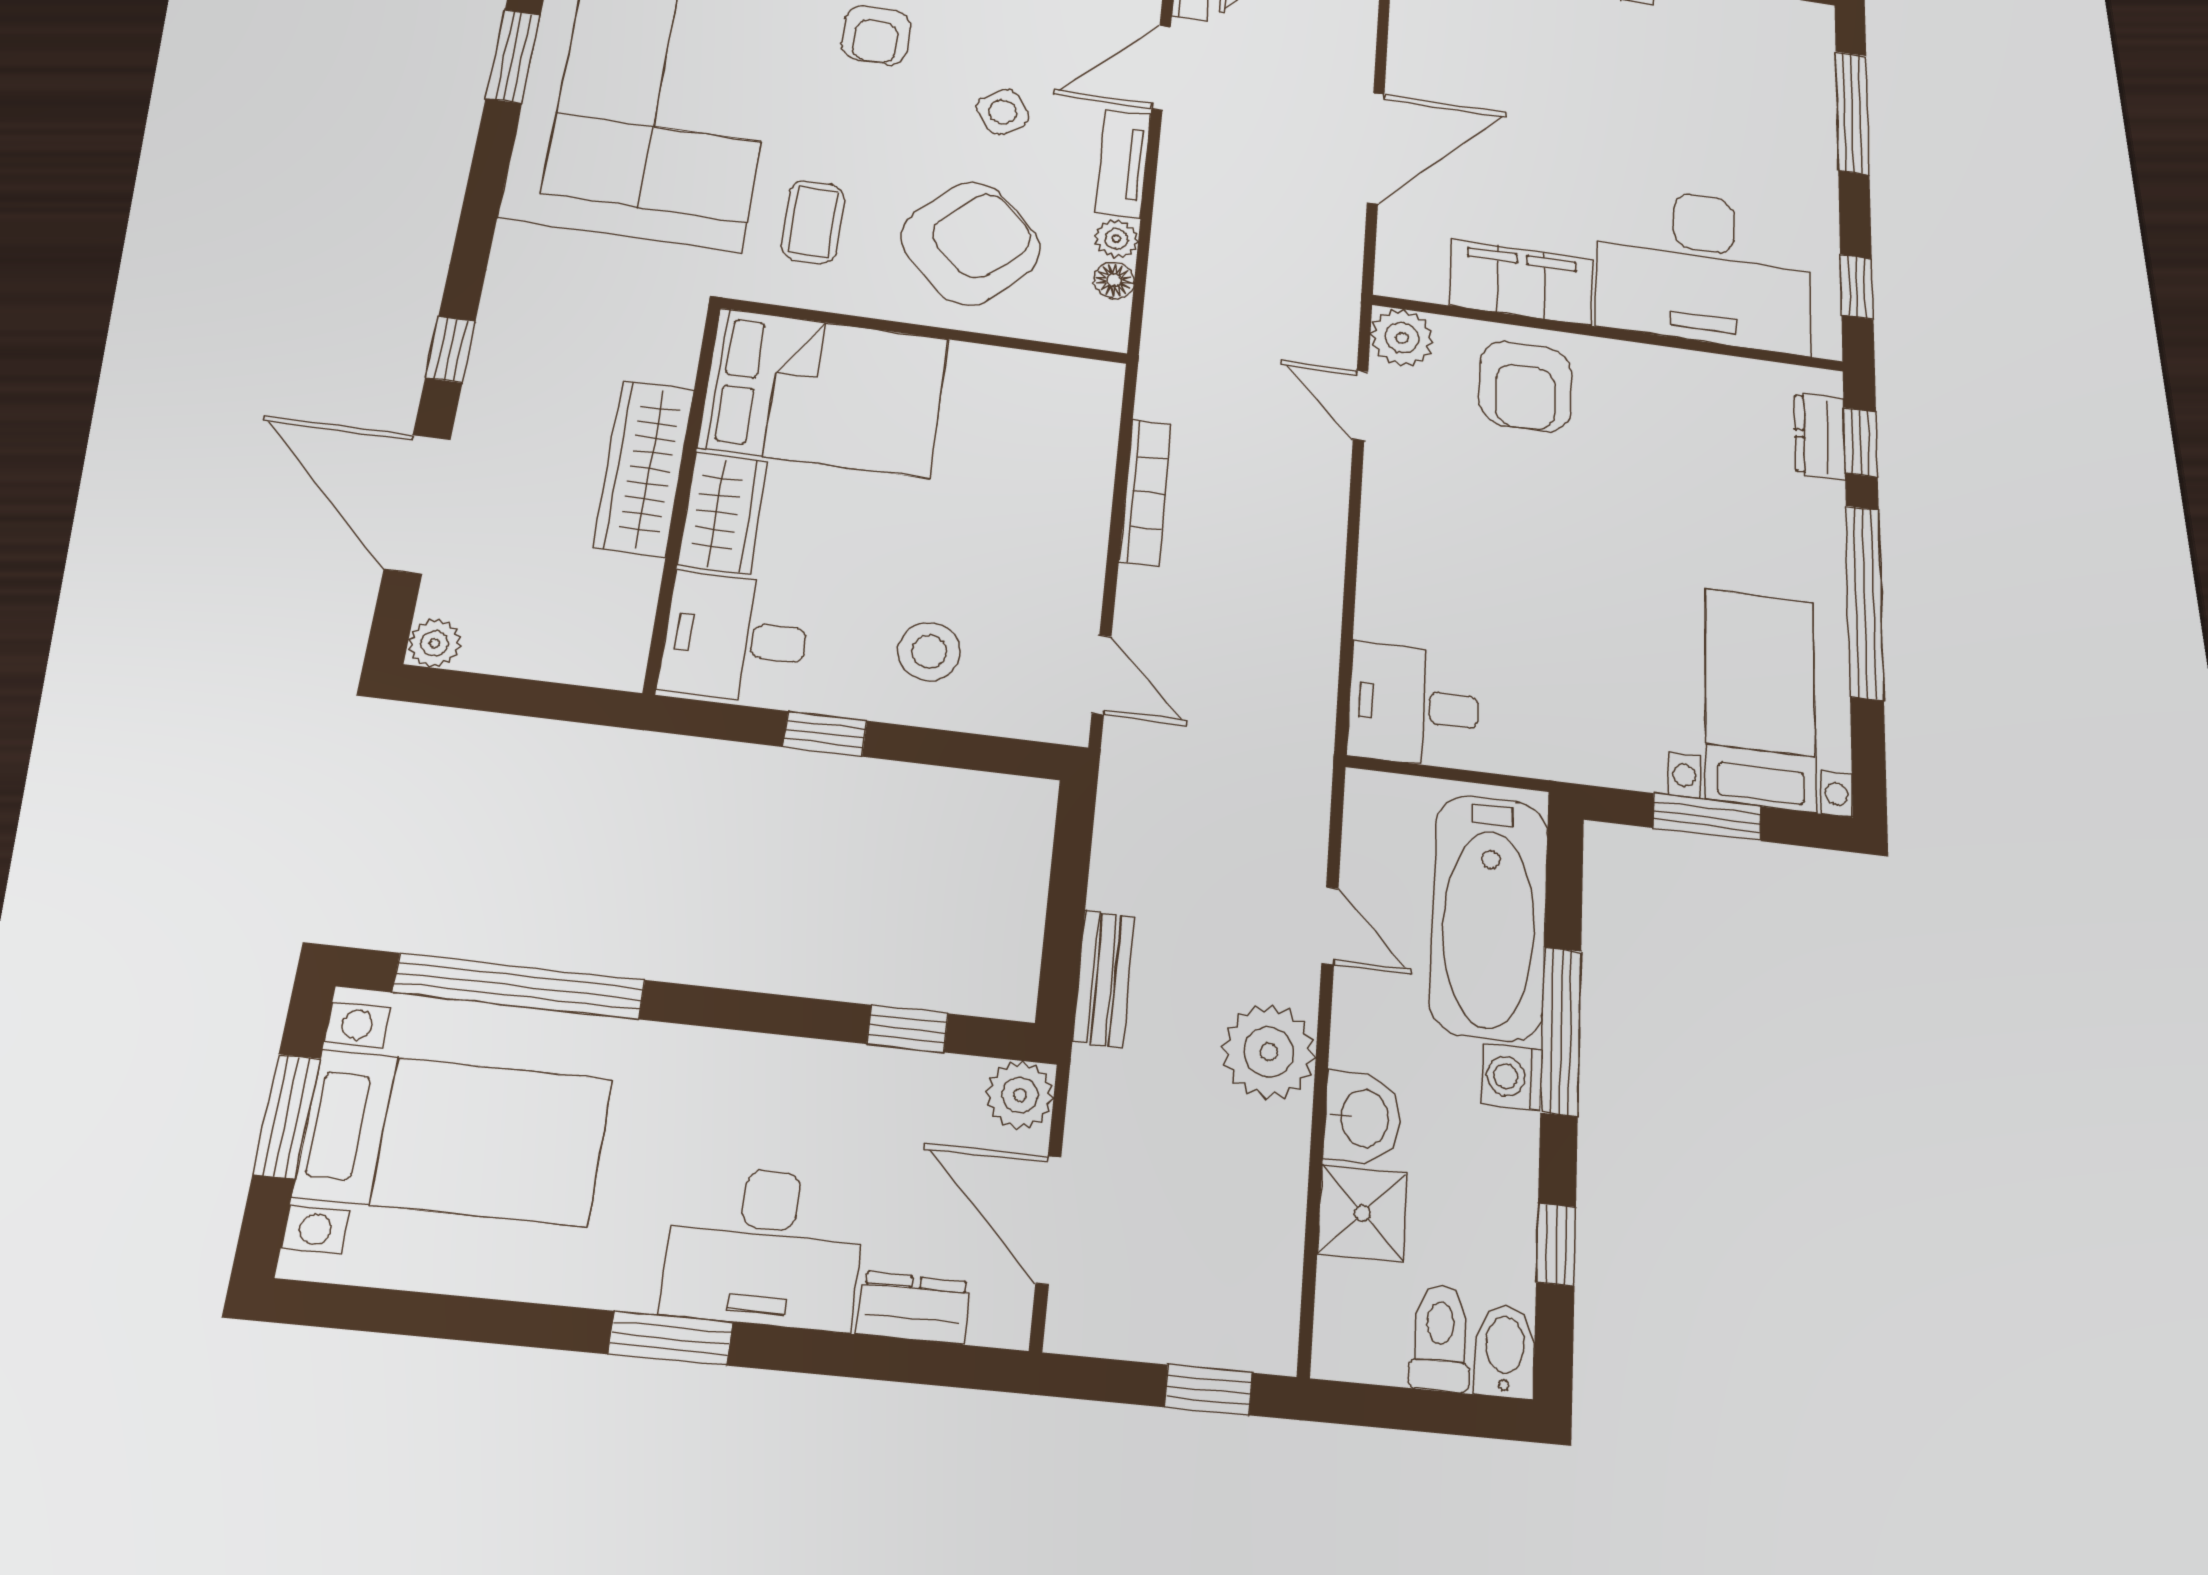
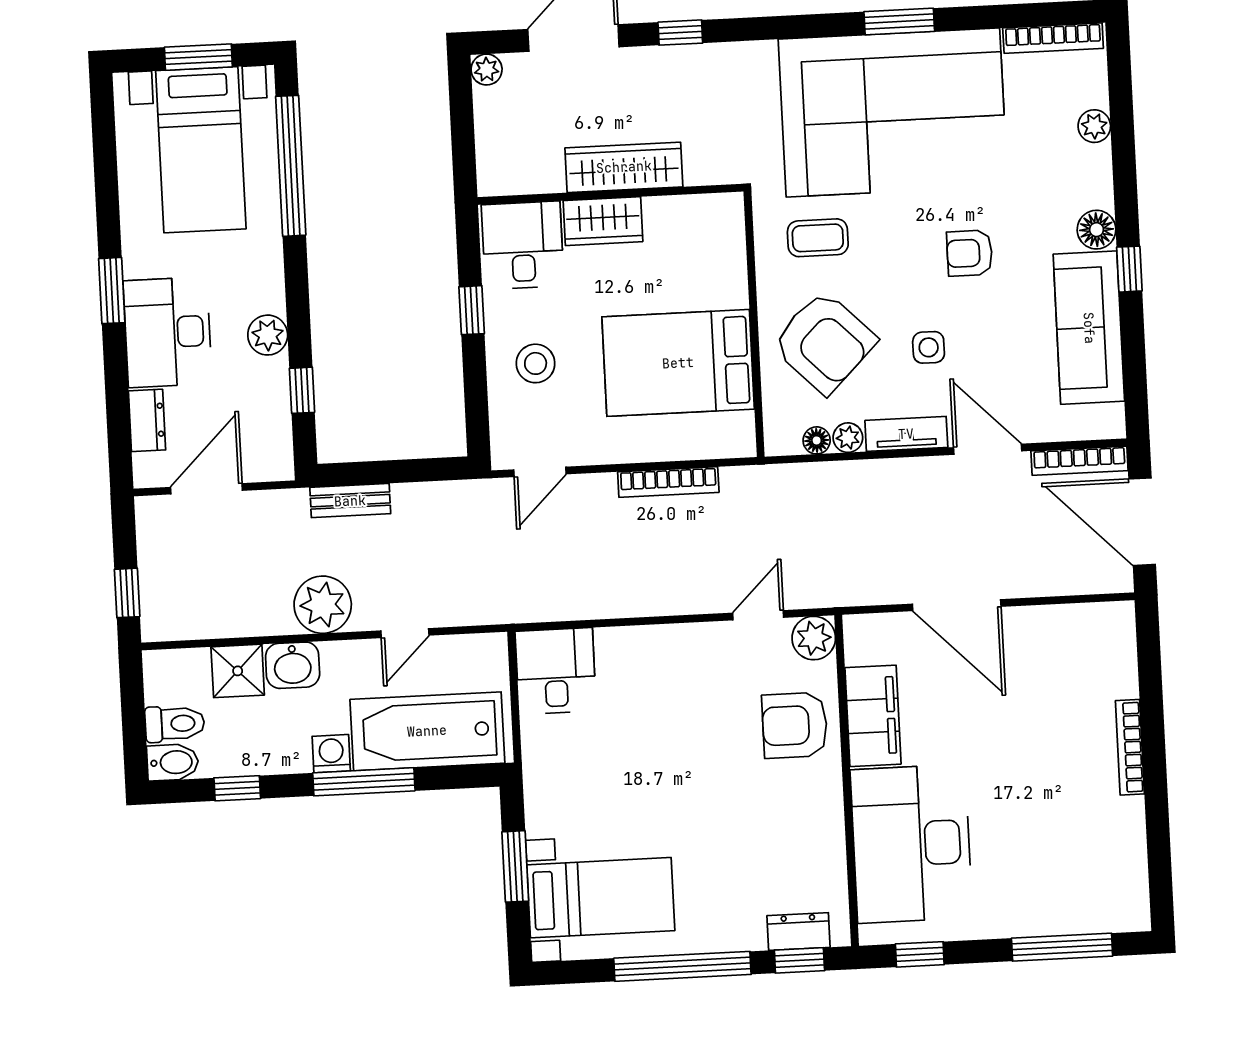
side table: (1003, 112) -> (929, 347), turned 37
bed: (824, 393) -> (678, 363), moved, turned 90
plant: (1020, 1095) -> (268, 335), moved

